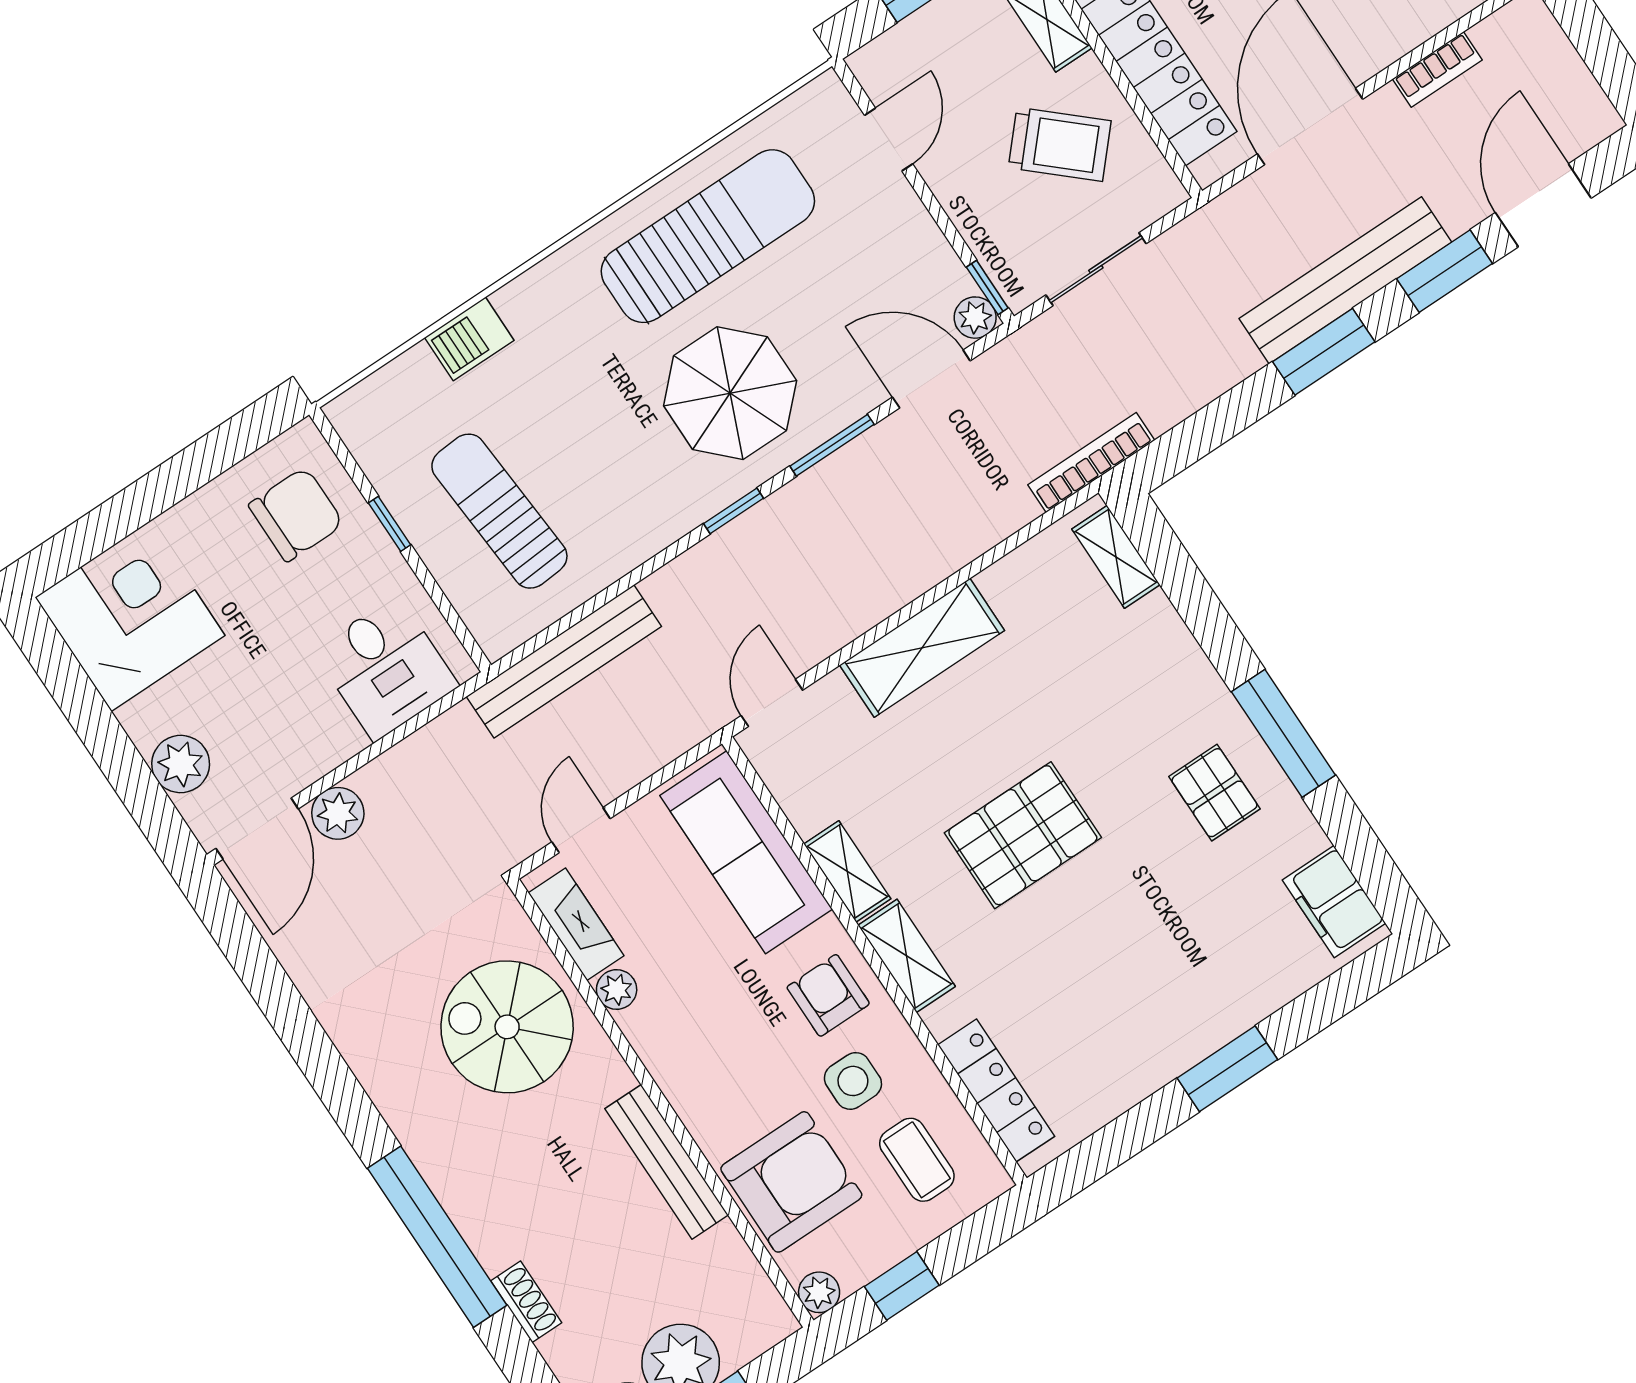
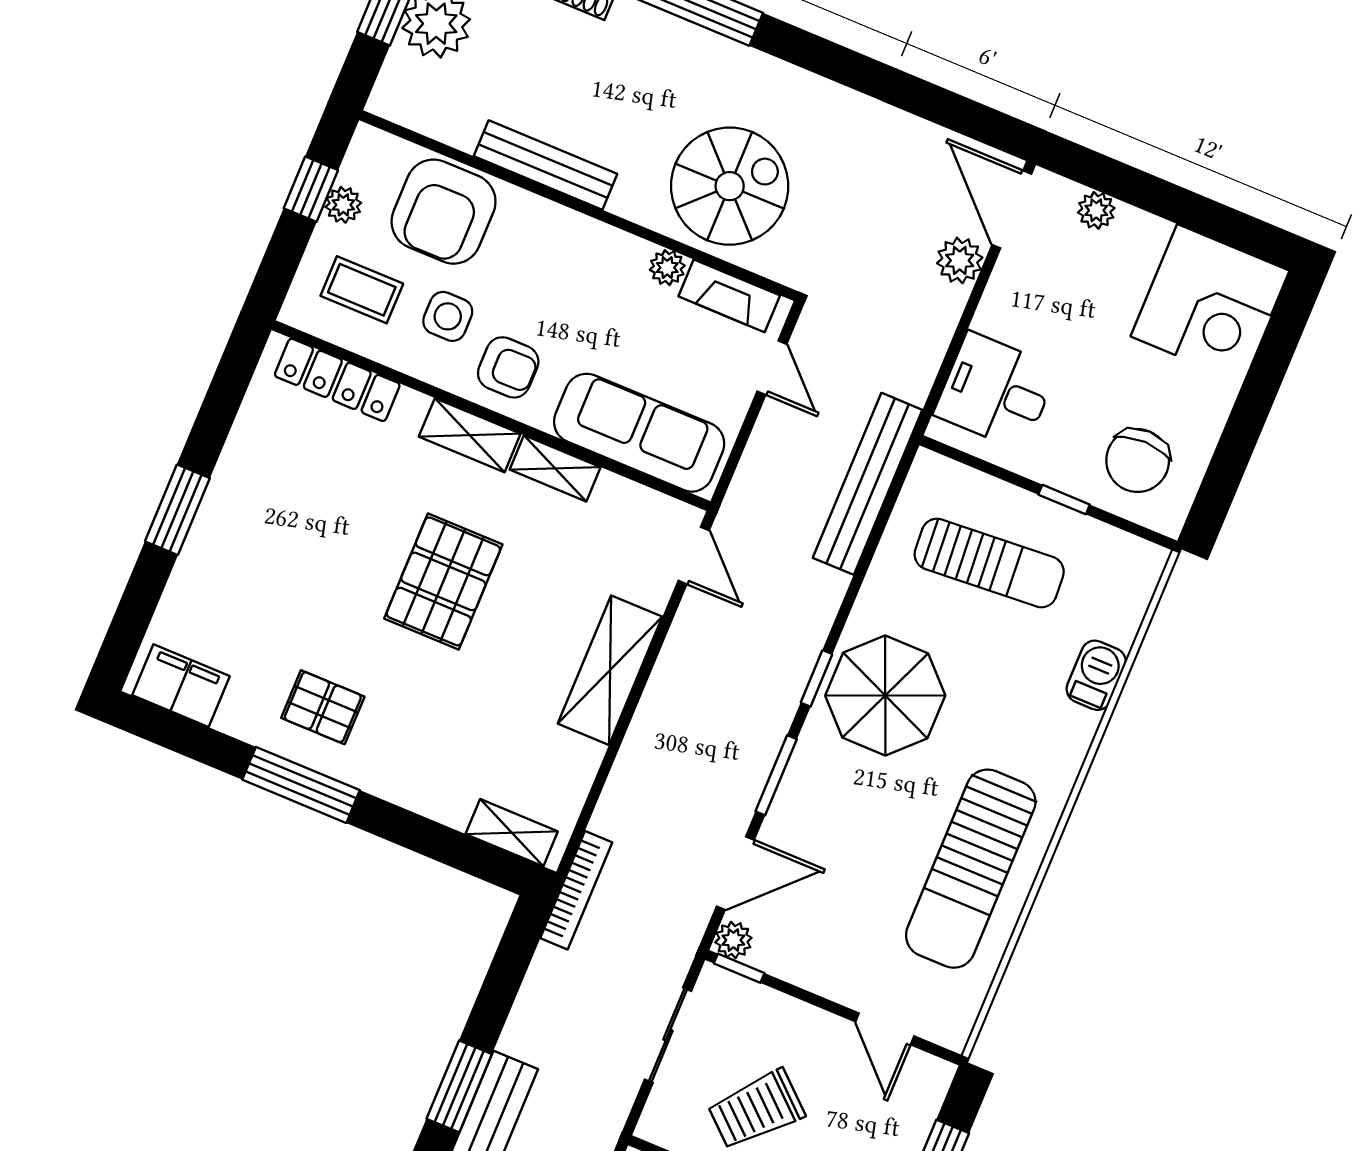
parasol: (730, 393) -> (885, 696), moved
plant: (181, 764) -> (1096, 210), width x0.73, depth x0.73
plant: (819, 1292) -> (343, 205), moved

